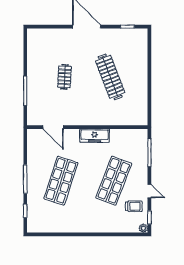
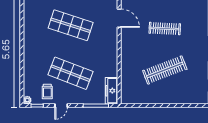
clothes rail: (64, 77) -> (165, 29), width x1.36
door: (53, 127) -> (119, 18), swing flipped
freezer: (95, 136) -> (111, 91), moved

